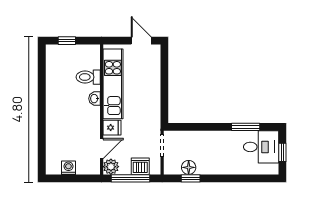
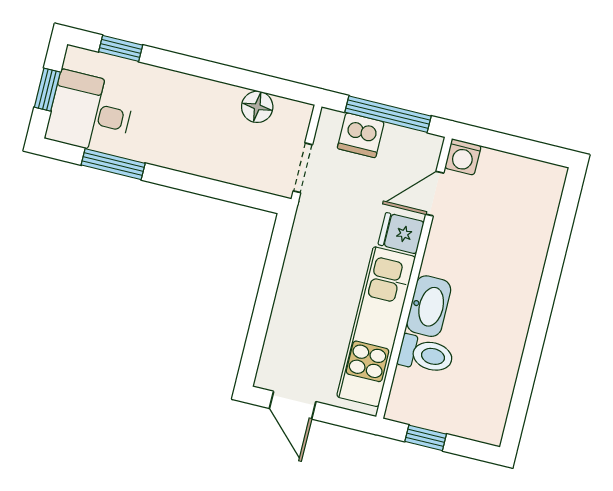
window: (67, 41) -> (426, 438), moved
washbasin: (94, 99) -> (429, 306), width x1.91, depth x1.45
plant: (111, 167) -> (424, 150), removed
washing machine: (68, 168) -> (463, 157), moved
window: (191, 178) -> (121, 48), moved

